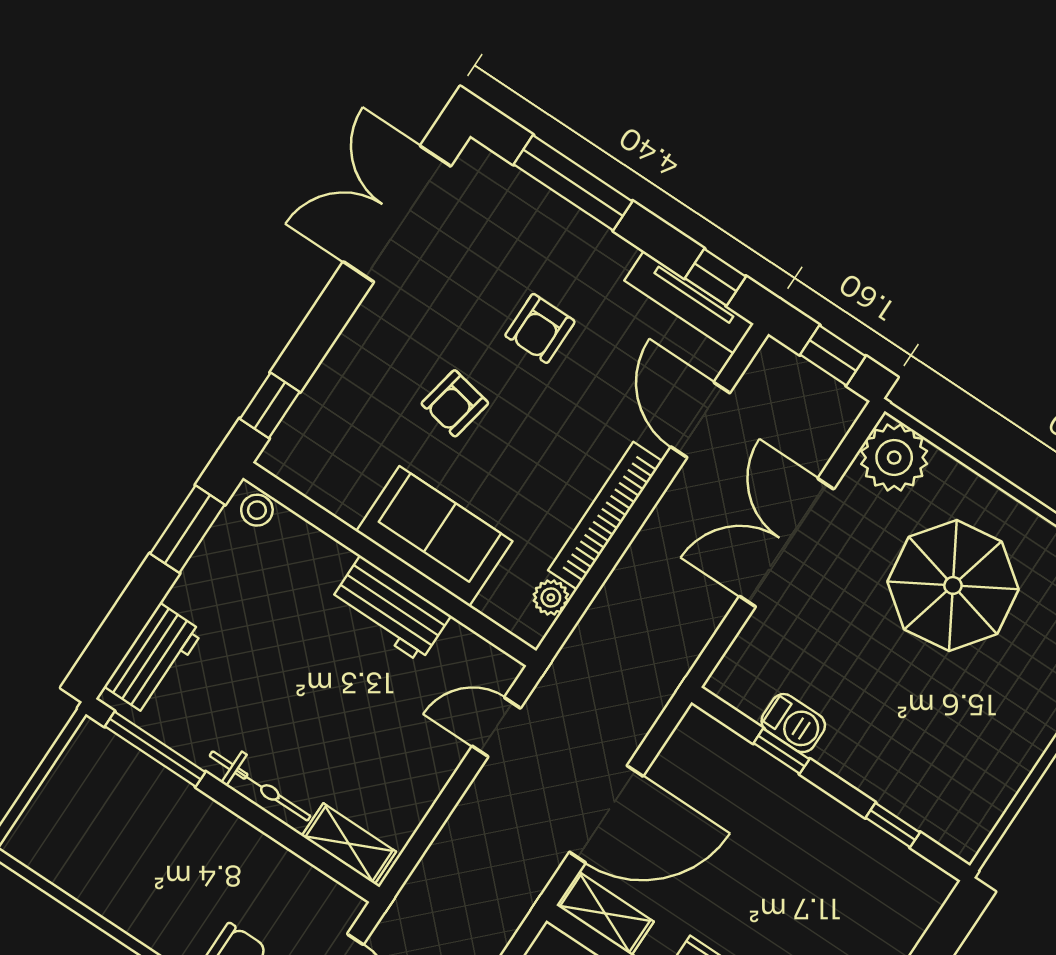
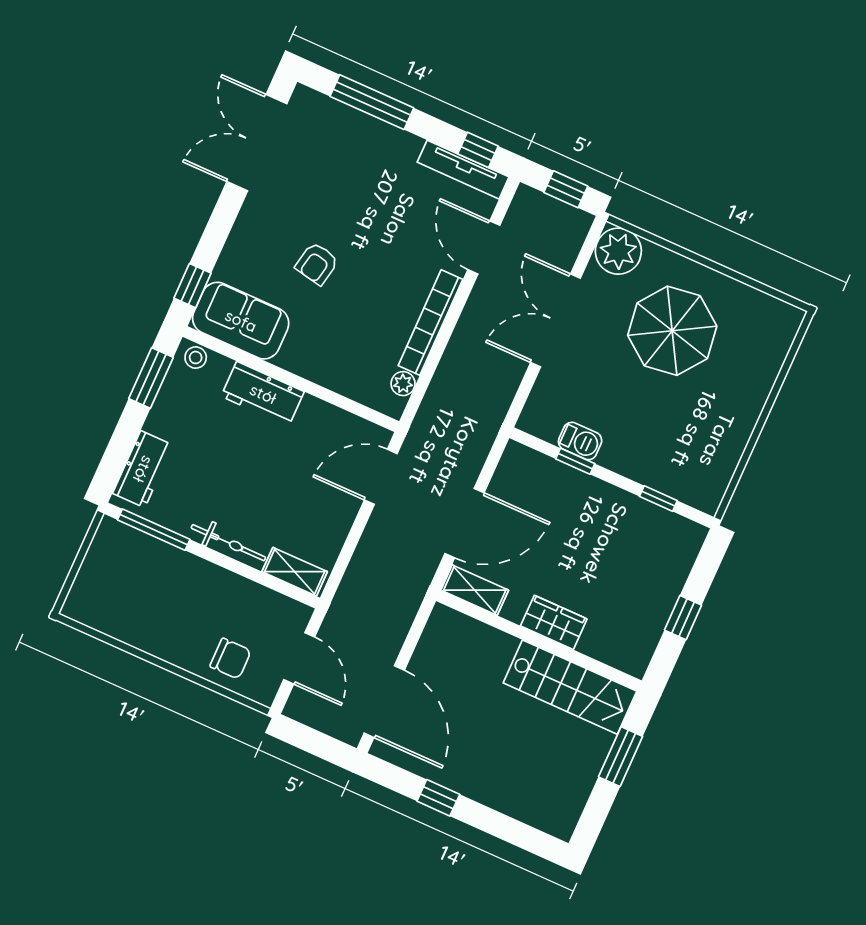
armchair: (540, 328) -> (366, 204), removed
sofa: (434, 536) -> (241, 321), moved
workbench: (390, 609) -> (263, 394), moved
door: (496, 727) -> (381, 477), width x1.38

